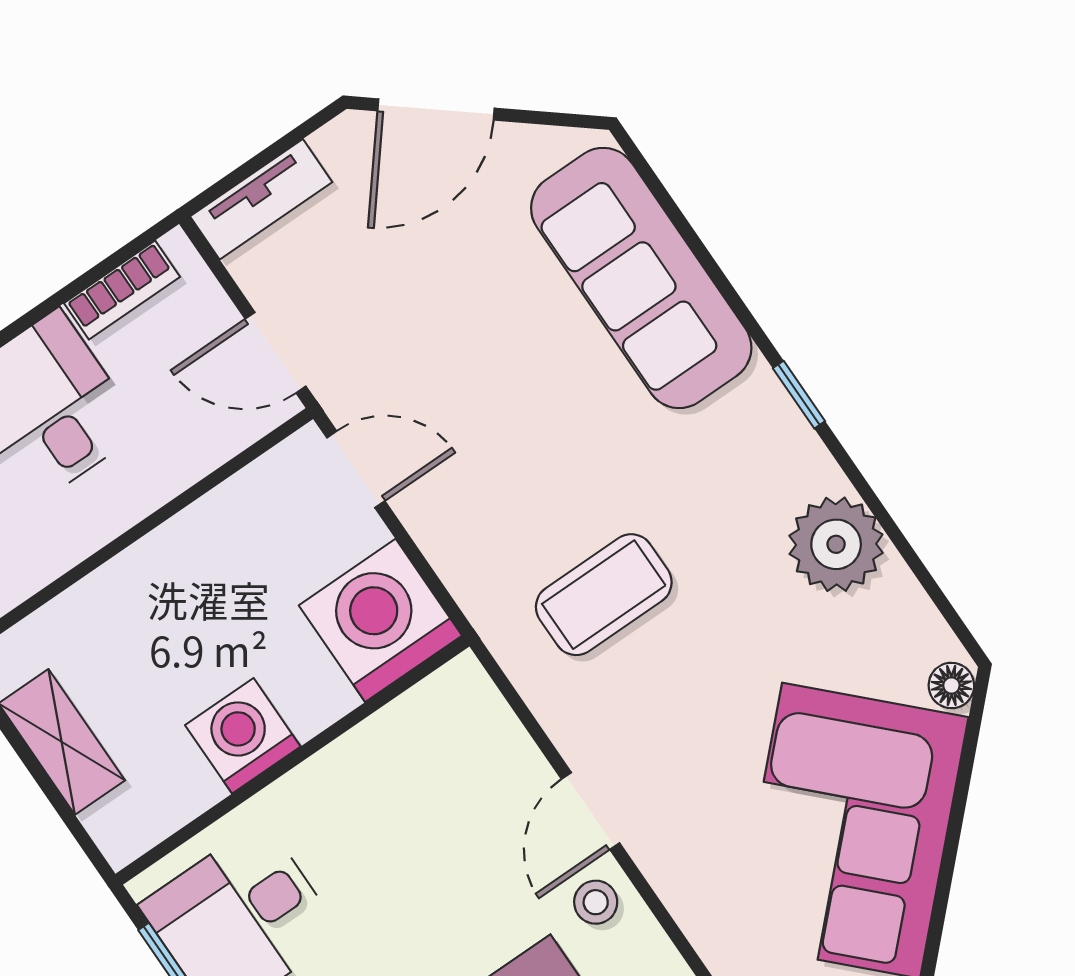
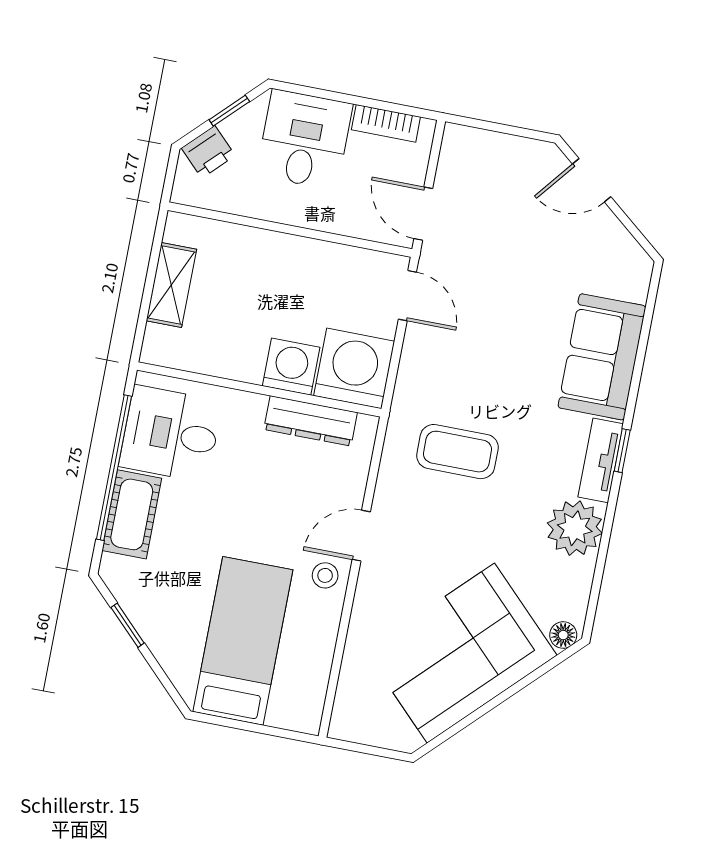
door: (436, 109) -> (592, 180), width x0.73
tv unit: (261, 199) -> (601, 460), moved, turned 90
sofa: (641, 278) -> (602, 357), width x0.73
washing machine: (243, 736) -> (291, 367), moved
dresser: (392, 736) -> (311, 421), added

